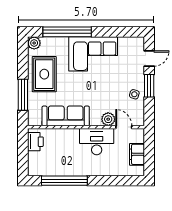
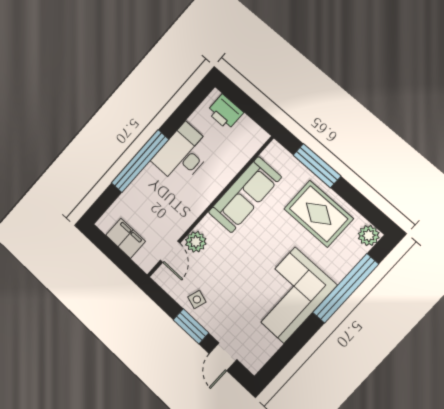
door: (124, 127) -> (170, 252), hinge flipped
printer: (35, 142) -> (225, 112), moved
desk: (97, 142) -> (183, 154), moved, turned 180
window: (64, 181) -> (140, 161), moved

